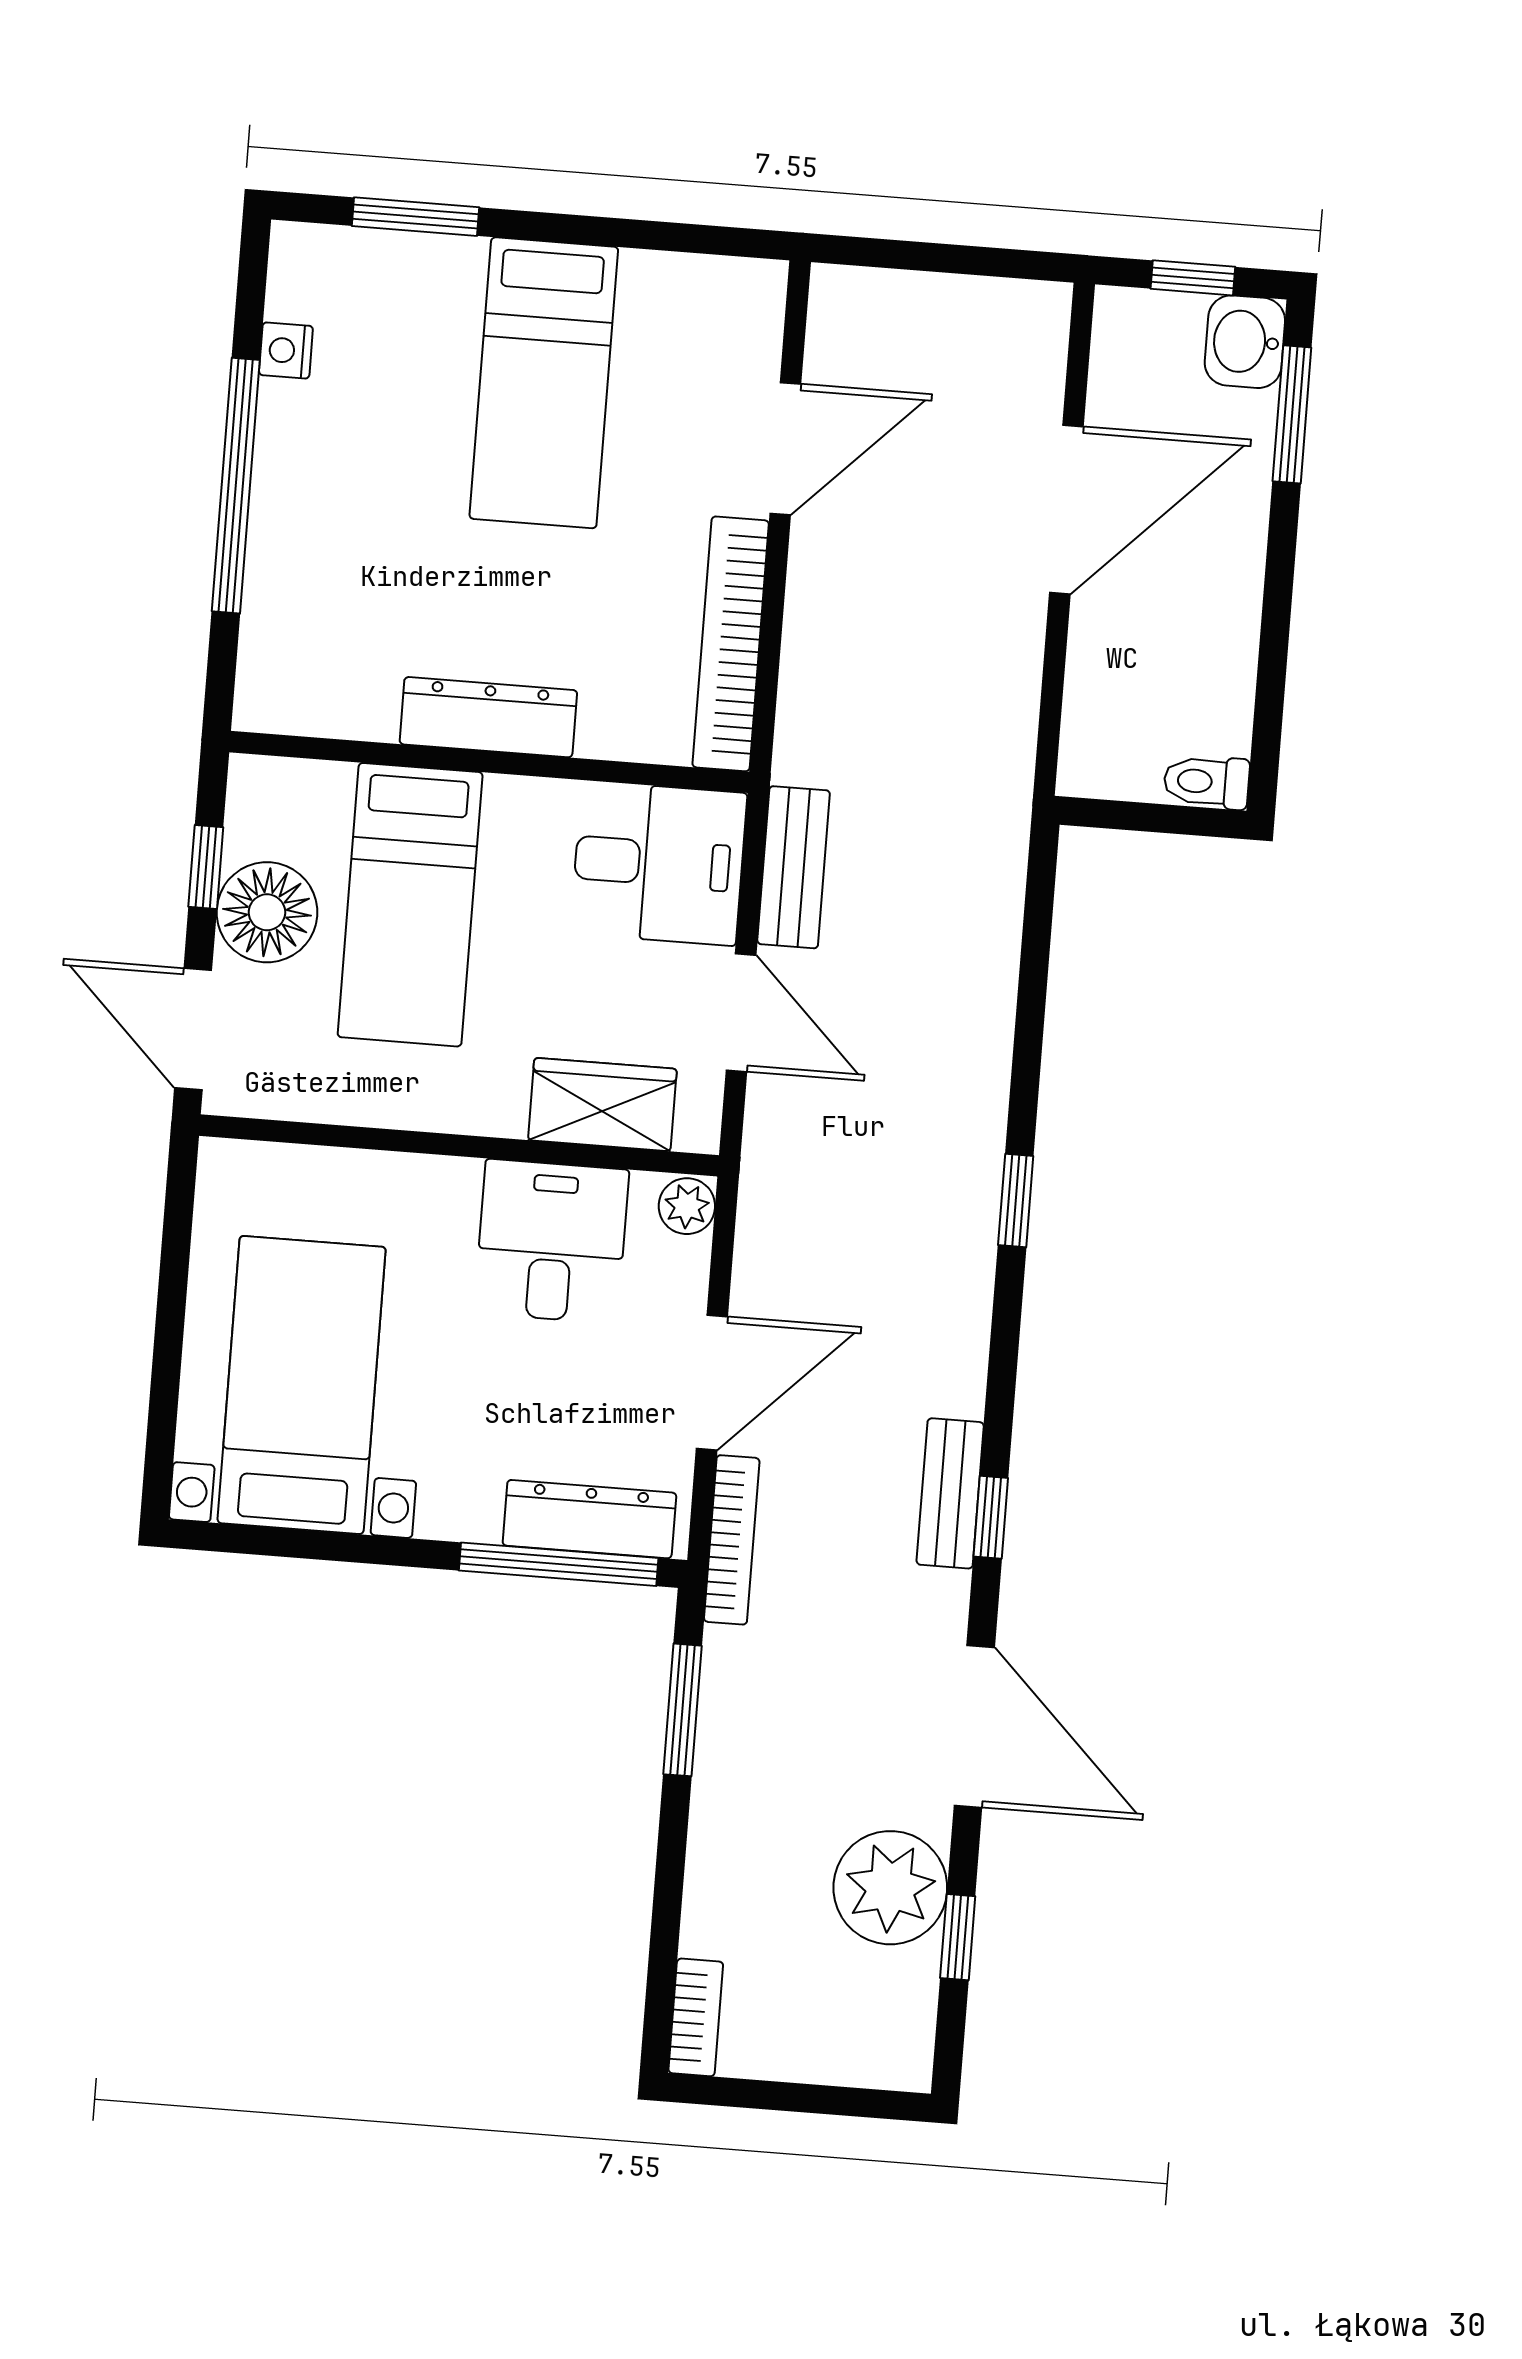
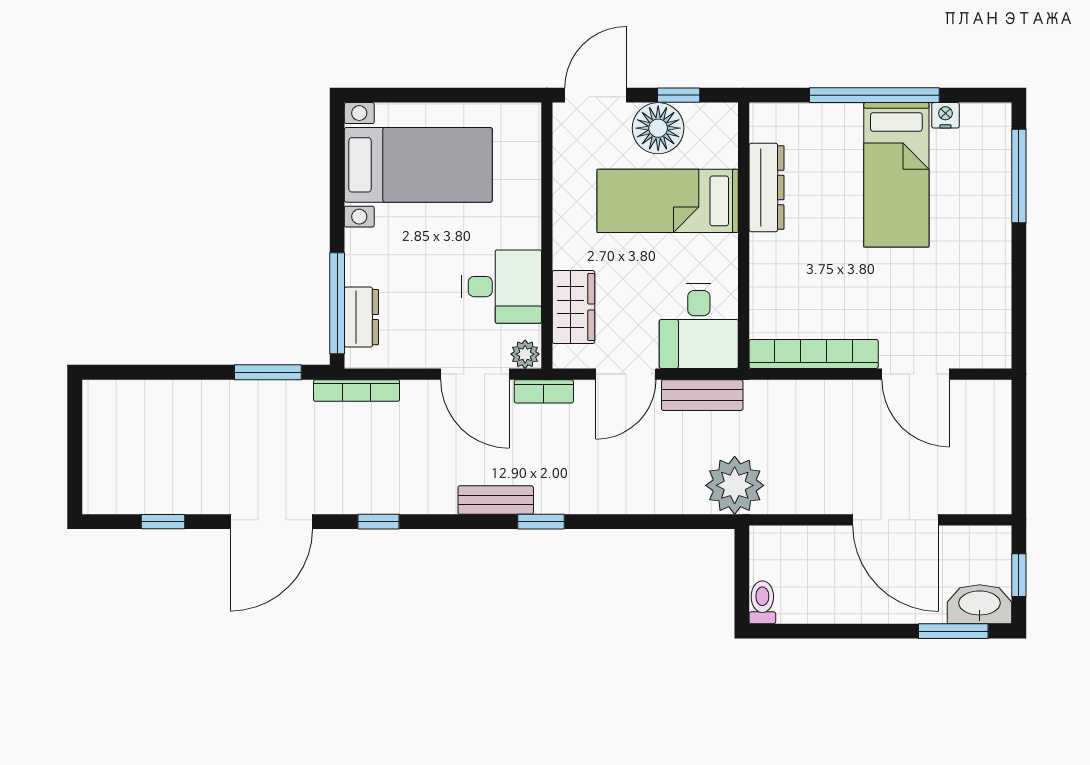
window: (416, 217) -> (1019, 176), width x1.44
washbasin: (1245, 342) -> (980, 604), width x1.38
bed: (544, 383) -> (896, 175), moved, turned -90
dresser: (488, 717) -> (766, 187), moved
door: (712, 1383) -> (475, 374), moved
bench: (950, 1493) -> (496, 500), moved
dresser: (589, 1519) -> (361, 317), width x0.70
plant: (890, 1888) -> (735, 485), moved
bookcase: (696, 2017) -> (544, 391), moved

